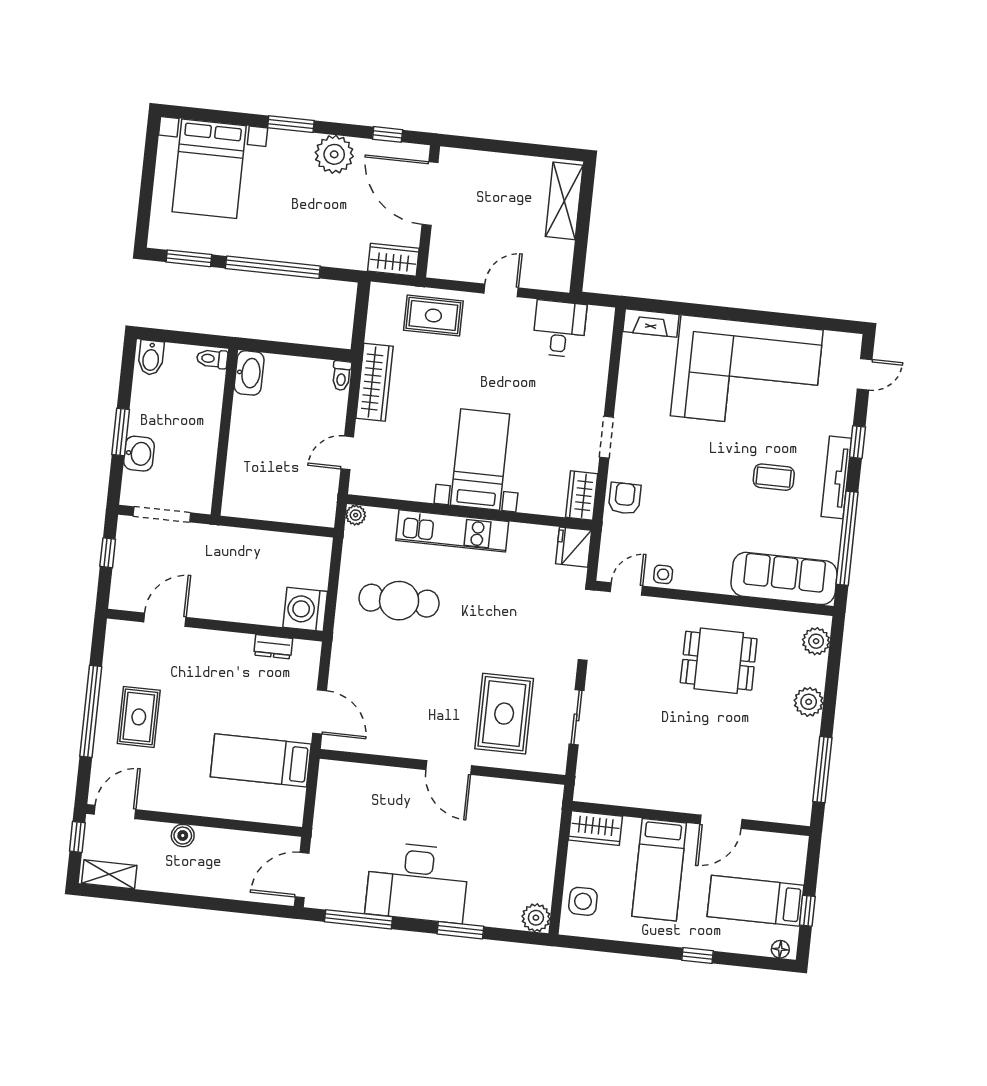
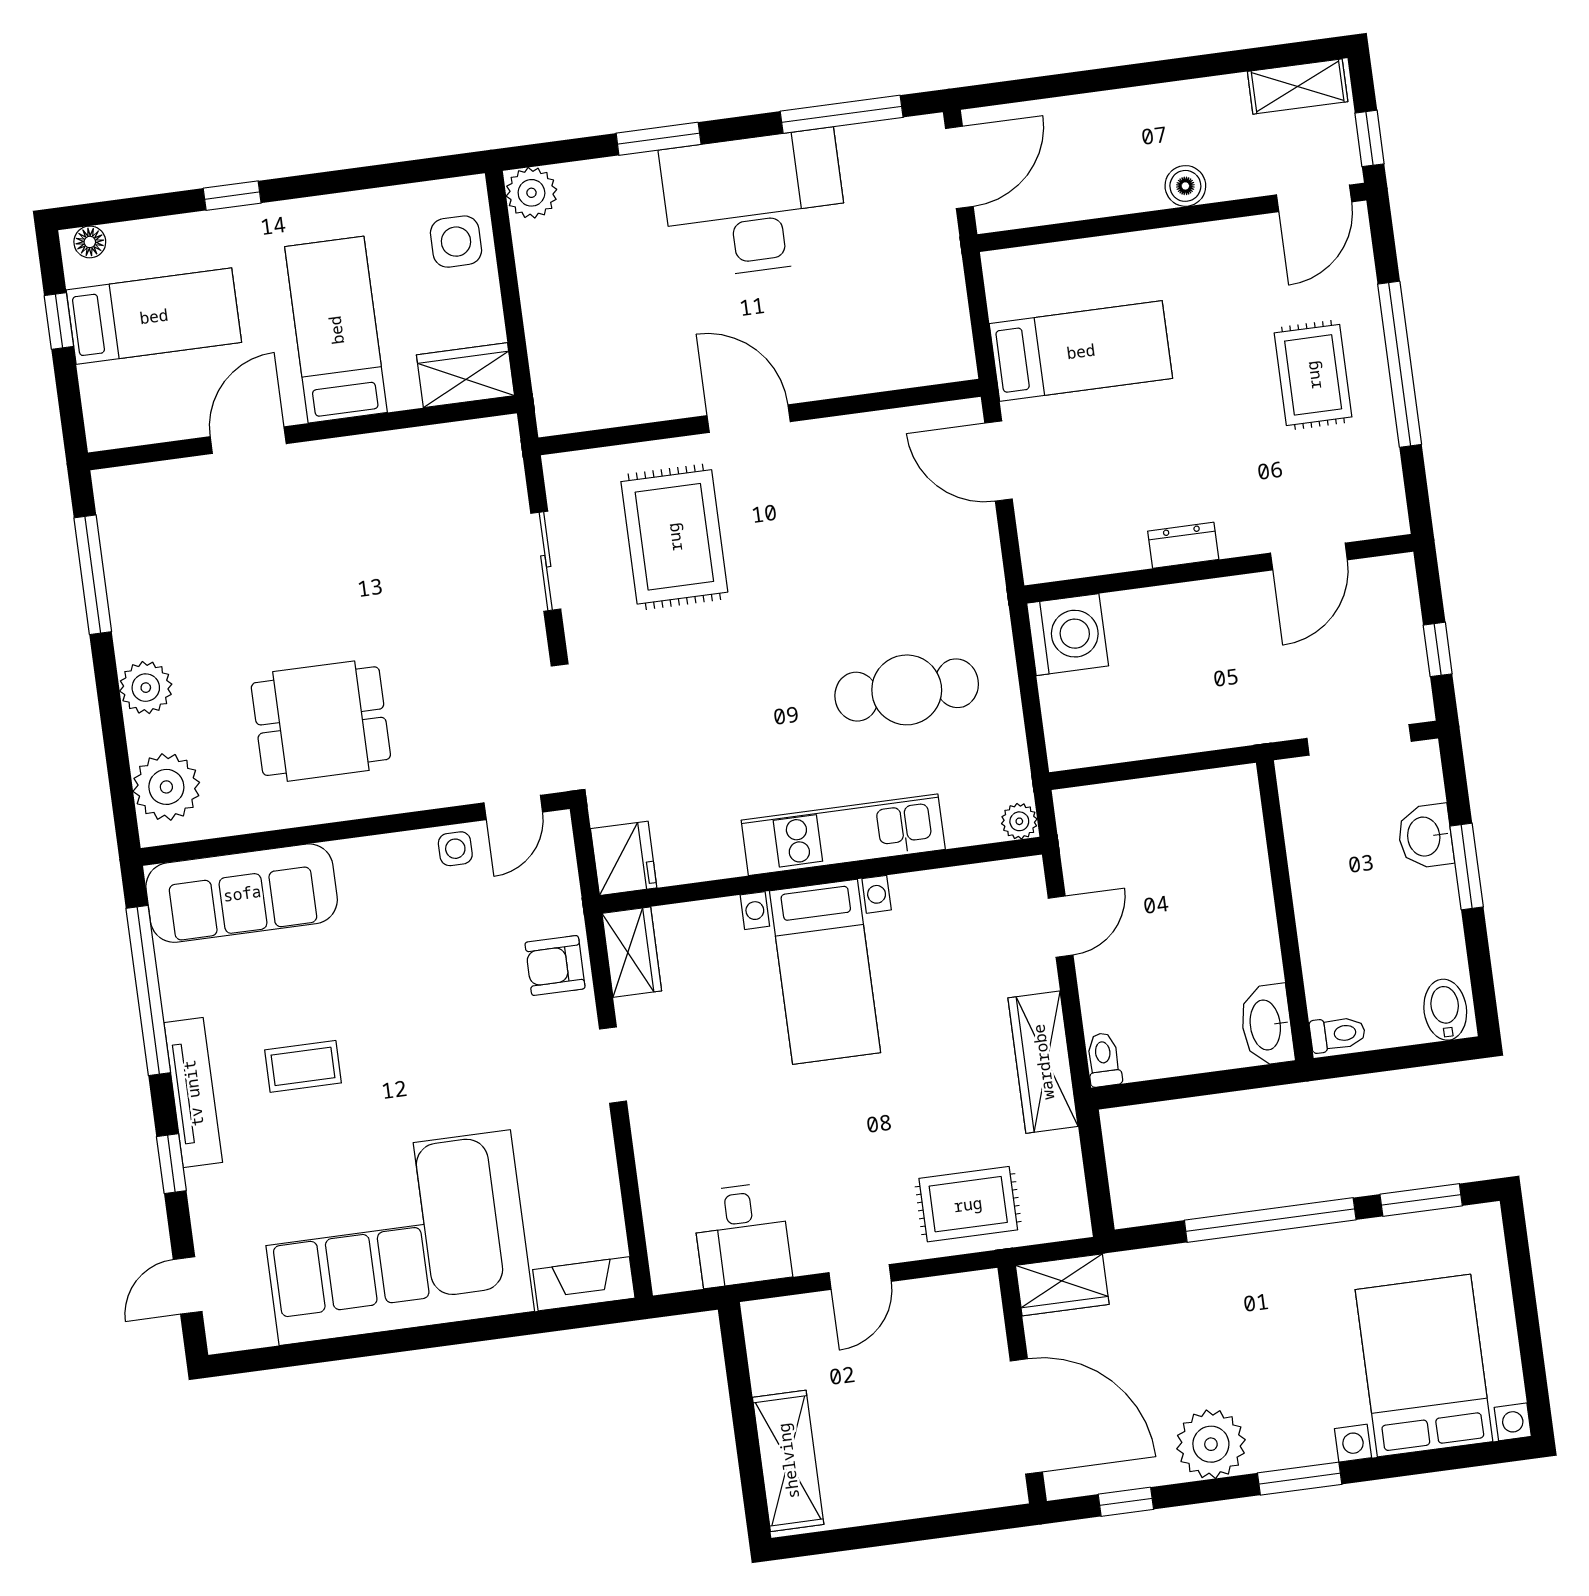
armchair: (625, 498) -> (555, 965), turned 90
plant: (816, 641) -> (166, 787), width x1.36, depth x1.36
dresser: (273, 647) -> (1183, 545), moved

